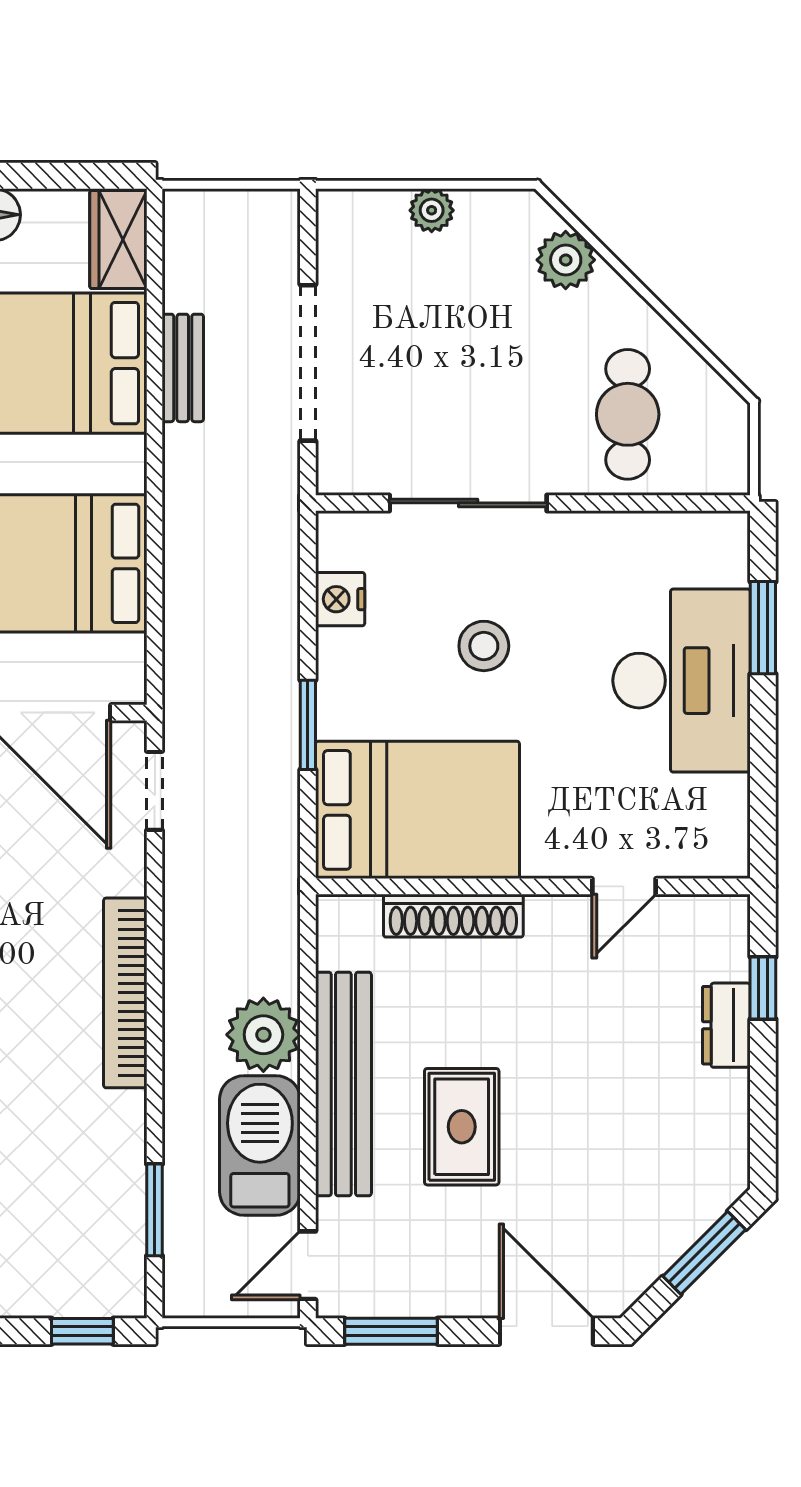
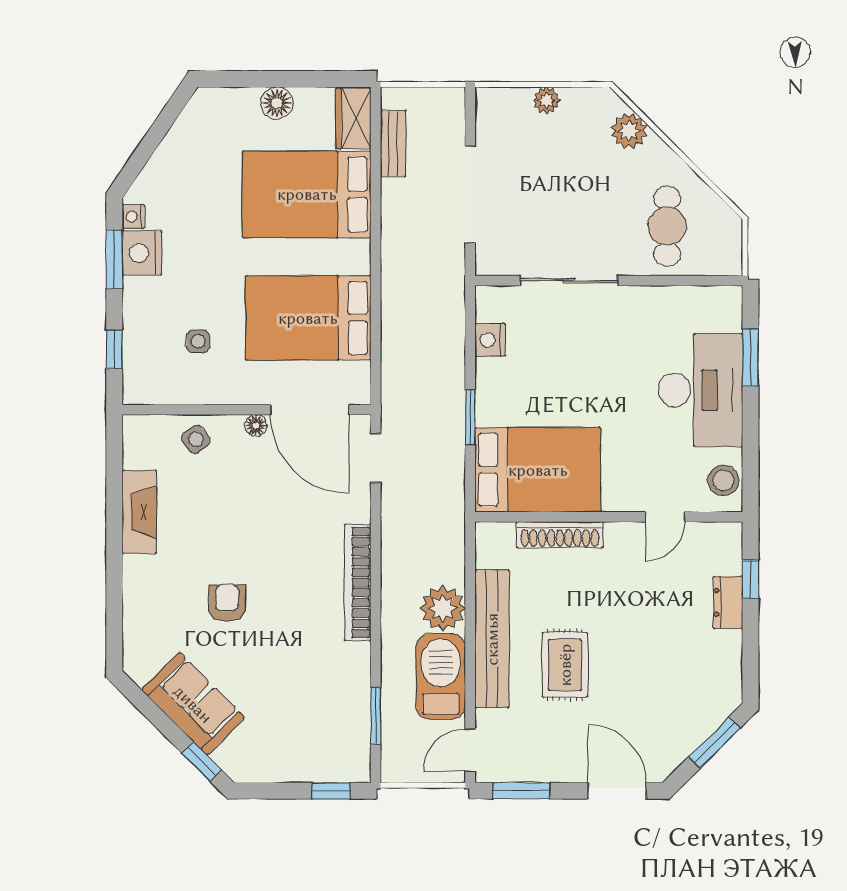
bench: (183, 368) -> (393, 143), moved
stool: (484, 646) -> (723, 480), moved

